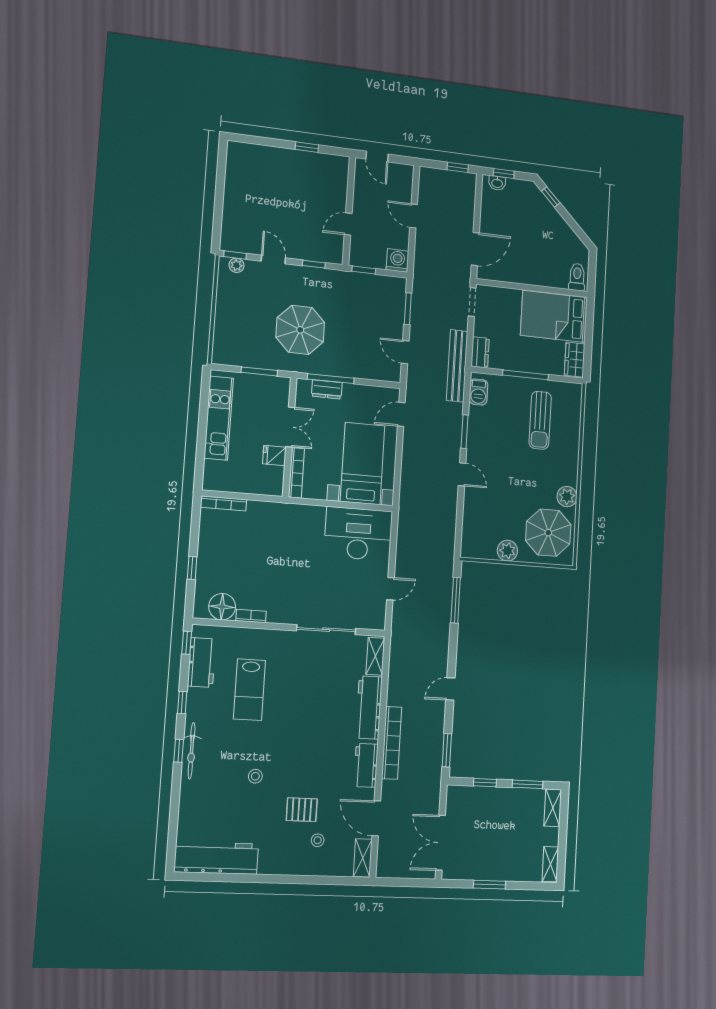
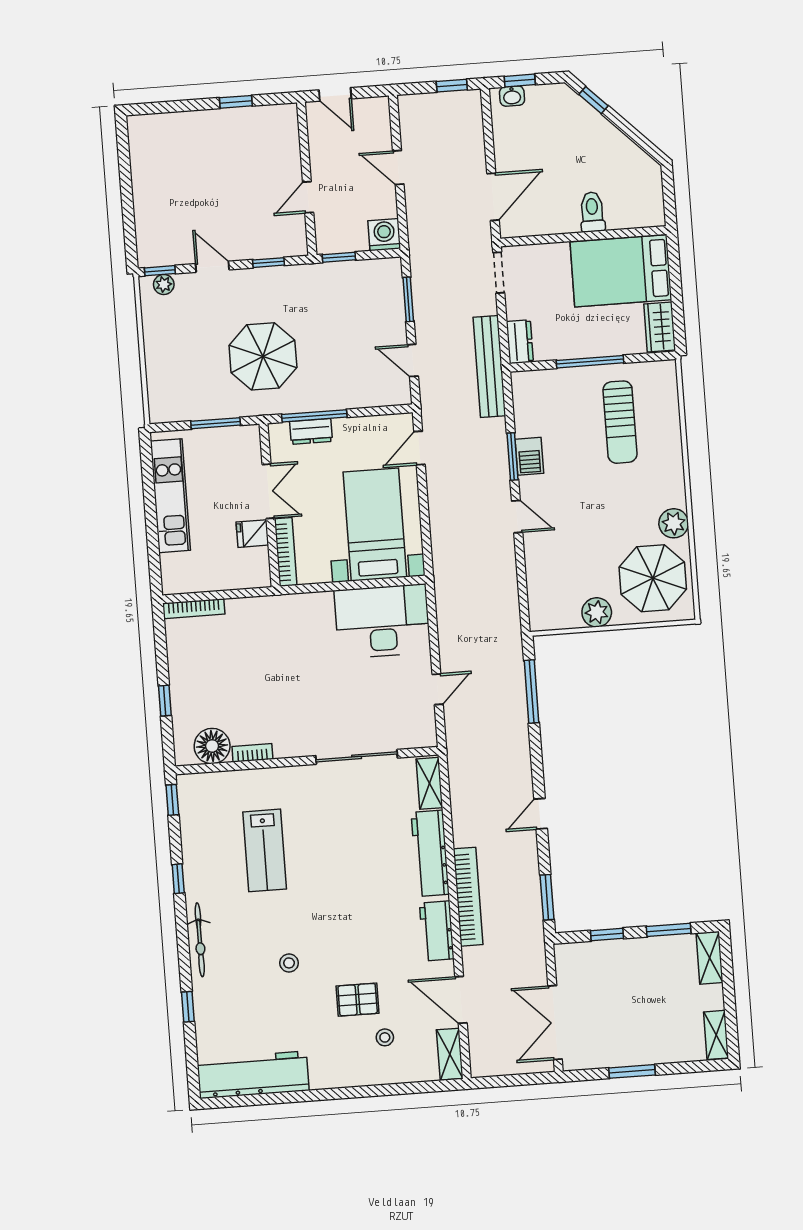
toilet: (577, 277) -> (592, 212), moved
barbecue: (478, 392) -> (529, 456), moved
workbench: (202, 662) -> (196, 823), removed
window: (179, 751) -> (188, 1007), moved

